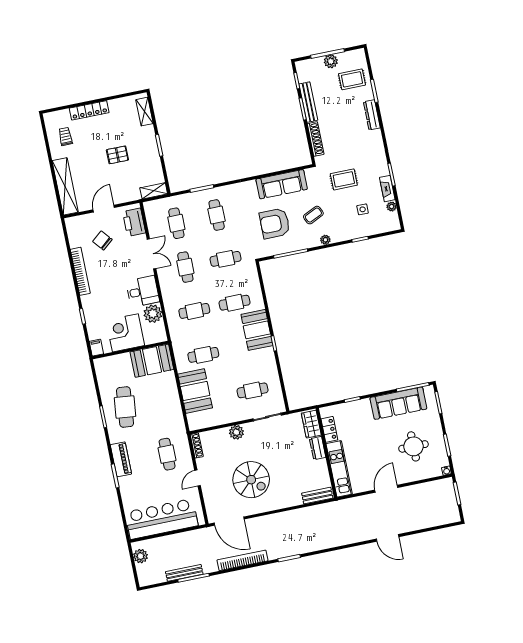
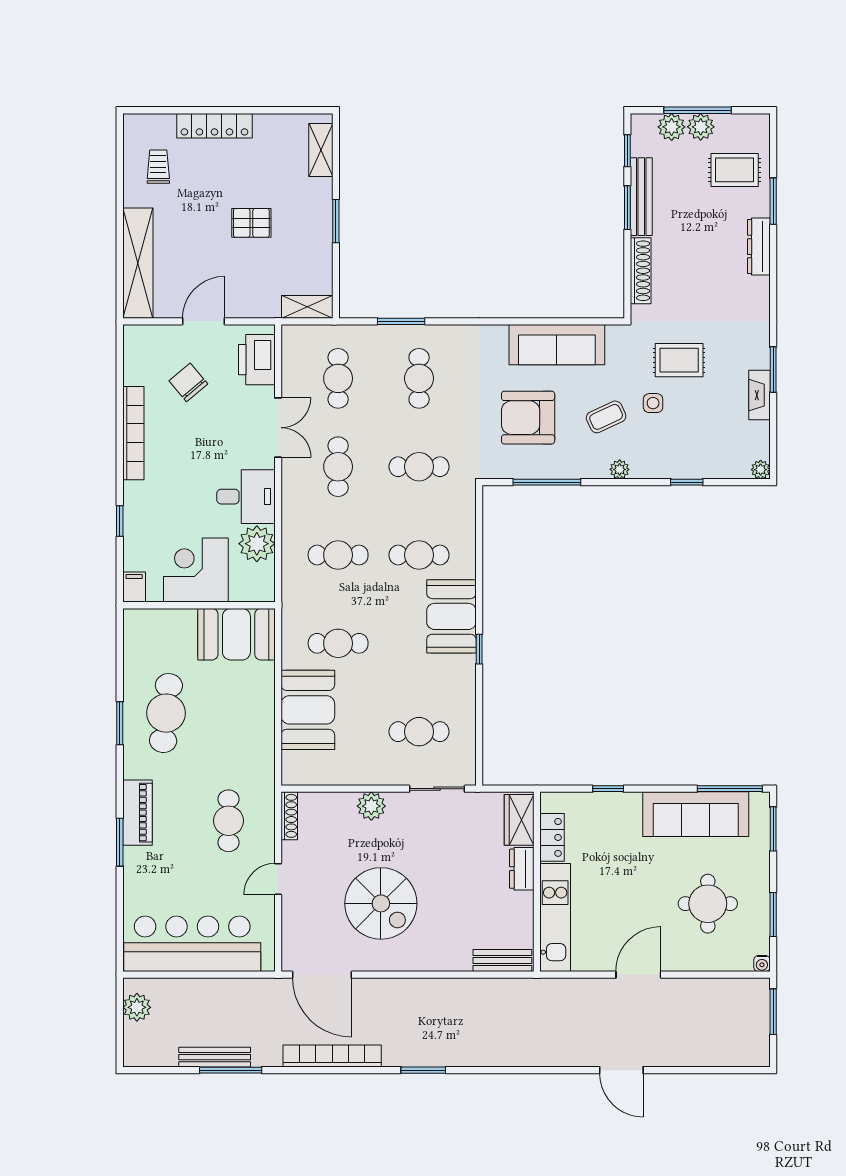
plant: (316, 64) -> (672, 127), added
plant: (392, 207) -> (761, 470), moved
side table: (363, 209) -> (653, 403), moved

